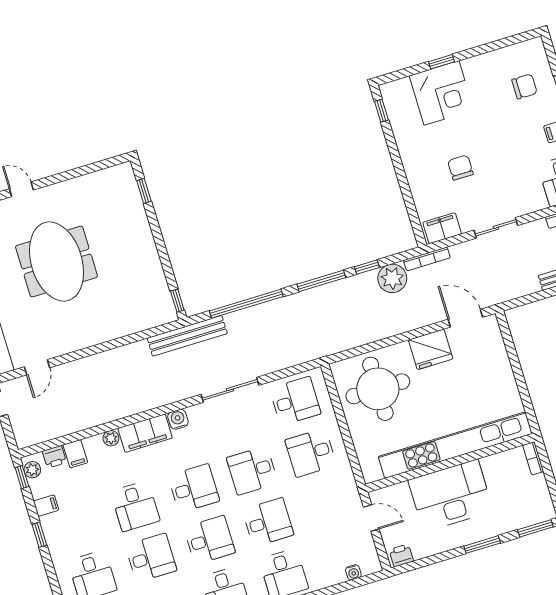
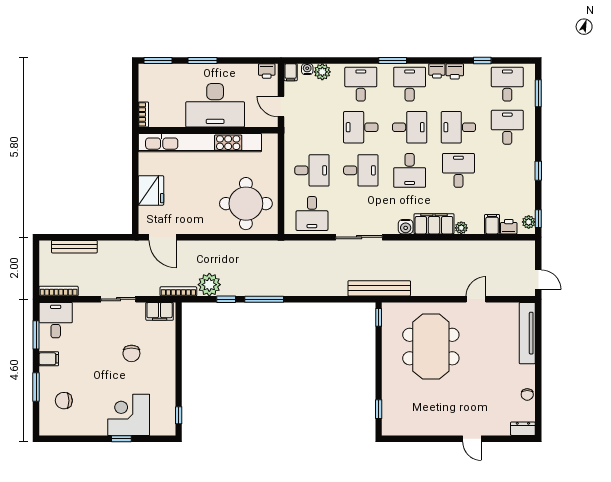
meeting table: (57, 262) -> (431, 347), moved
window: (246, 304) -> (327, 299), removed
fridge: (431, 349) -> (151, 190), moved, turned 90
door: (37, 367) -> (476, 299), moved
desk: (295, 401) -> (312, 213), turned -90
desk: (194, 488) -> (410, 170), turned -90
filing cabinet: (46, 506) -> (291, 72), moved, turned -90
desk: (209, 540) -> (410, 127), turned 180
plant: (334, 575) -> (322, 72), added

